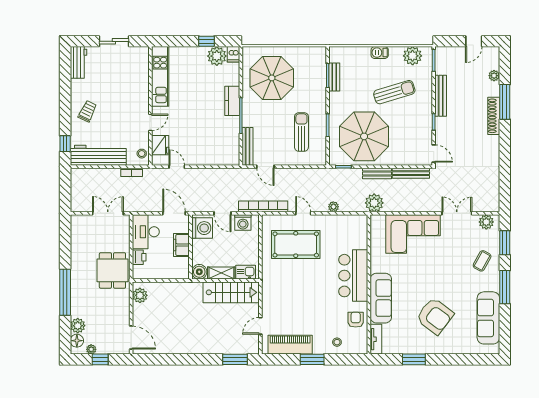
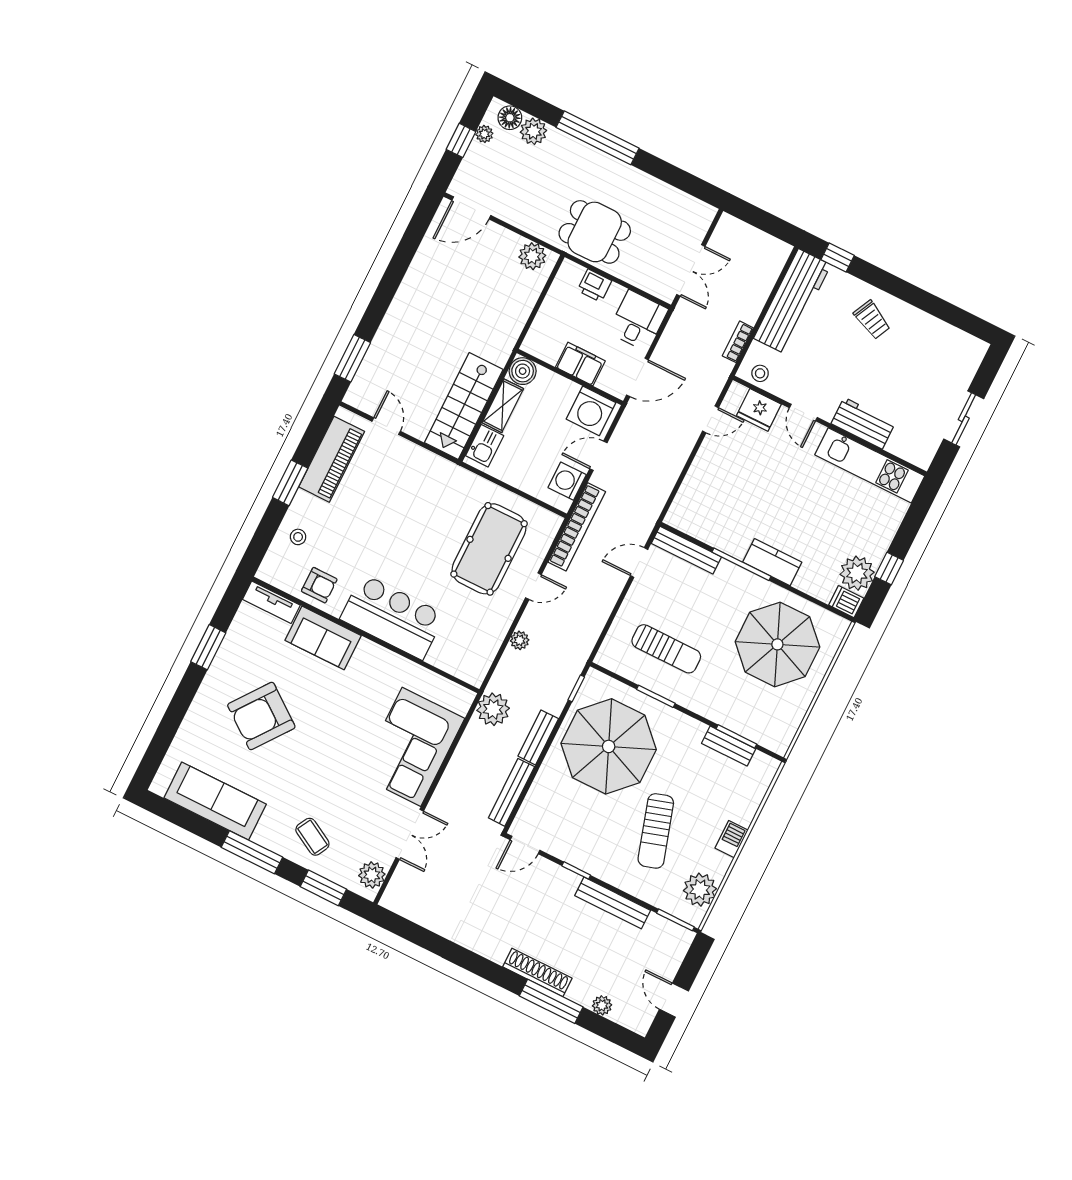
workbench: (78, 62) -> (863, 423), moved, turned 180
desk: (146, 232) -> (638, 321), width x0.73
sofa: (381, 298) -> (323, 638), width x0.73

